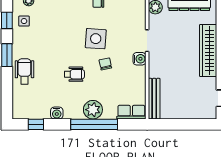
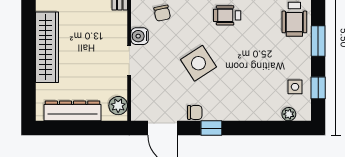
side table: (96, 39) -> (198, 63), turned -37
chair: (105, 64) -> (162, 13), moved

